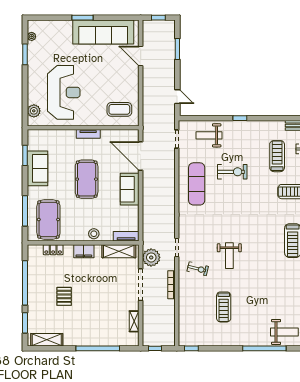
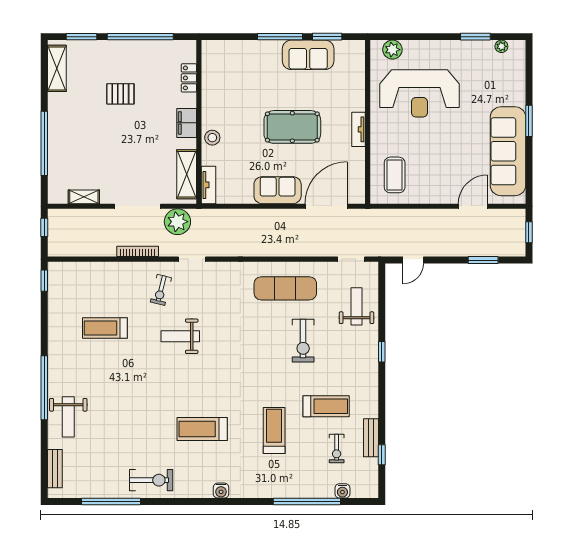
window: (25, 211) -> (280, 37), moved
pool table: (48, 220) -> (233, 71), removed

